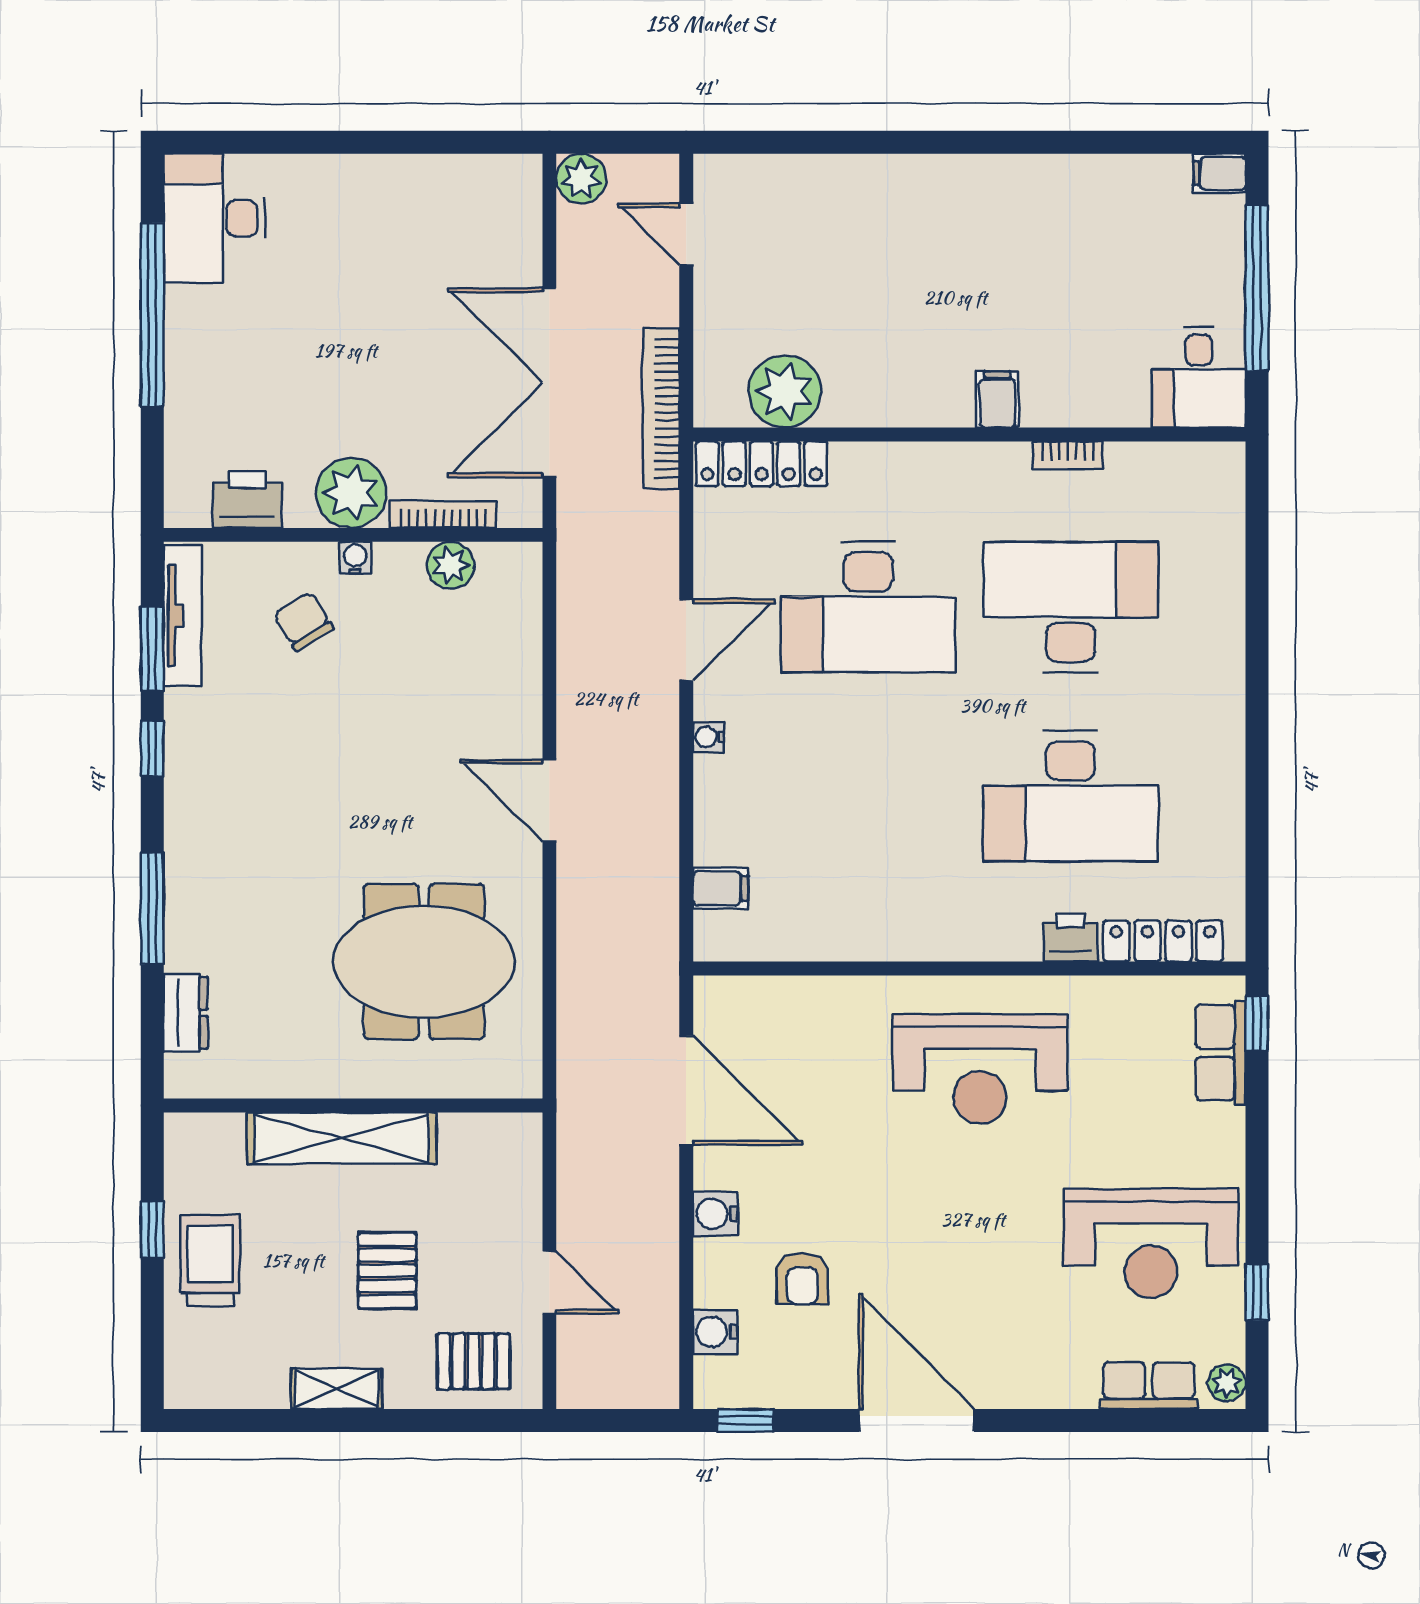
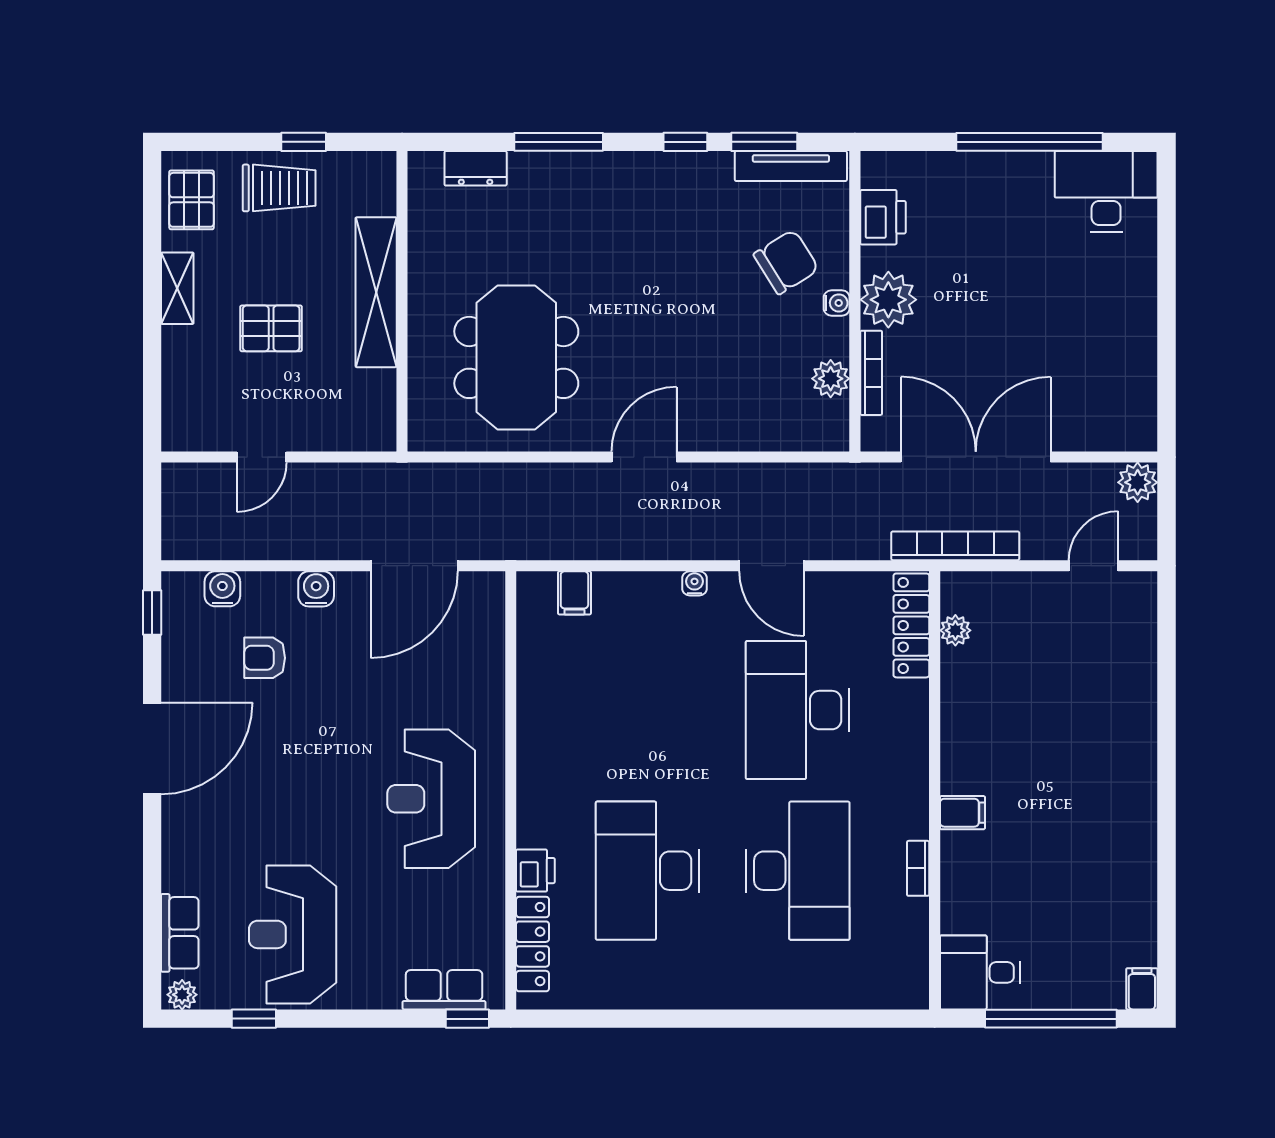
plant: (785, 391) -> (955, 630), width x0.53, depth x0.53
chair: (303, 621) -> (786, 262), width x1.37, depth x1.37
pallet: (473, 1361) -> (192, 200), moved

